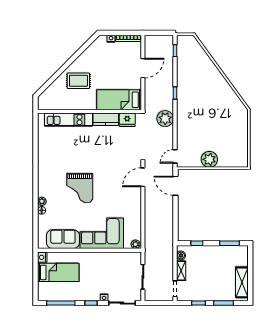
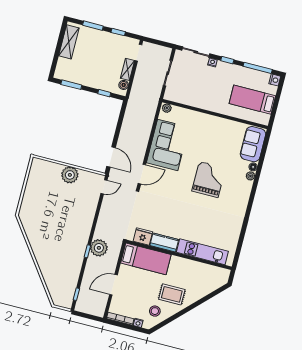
stool: (98, 54) -> (155, 311), added
rug: (78, 81) -> (172, 294), moved
plant: (165, 119) -> (99, 248), moved
corner sofa: (102, 233) -> (168, 145), moved, turned -90
sofa: (63, 239) -> (253, 144), moved, turned 90
nightstand: (42, 257) -> (275, 80), moved

